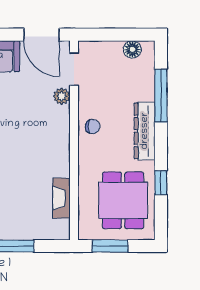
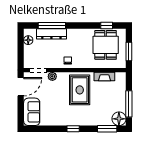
dresser: (145, 131) -> (51, 34), moved
rug: (35, 150) -> (80, 90), added
window: (161, 183) -> (107, 26), moved
dining table: (123, 200) -> (106, 45), turned 90

